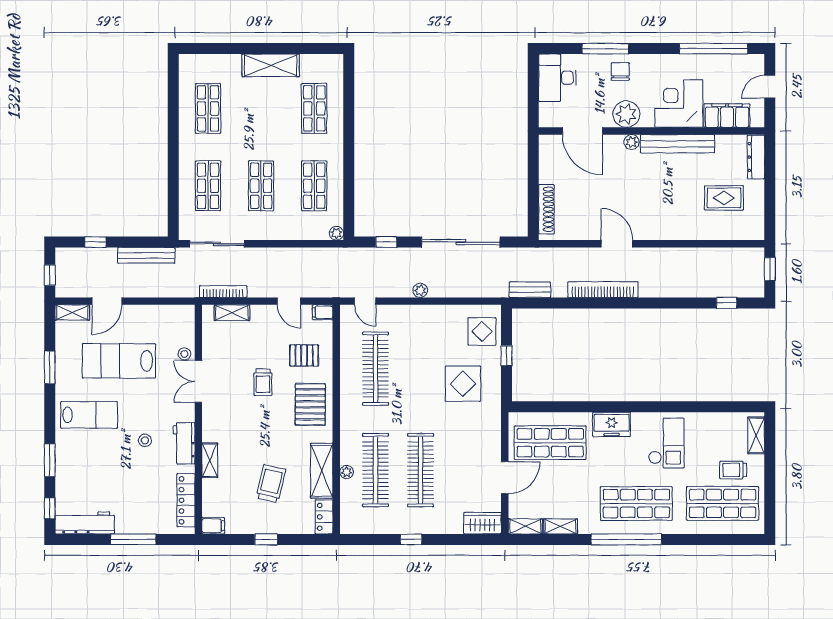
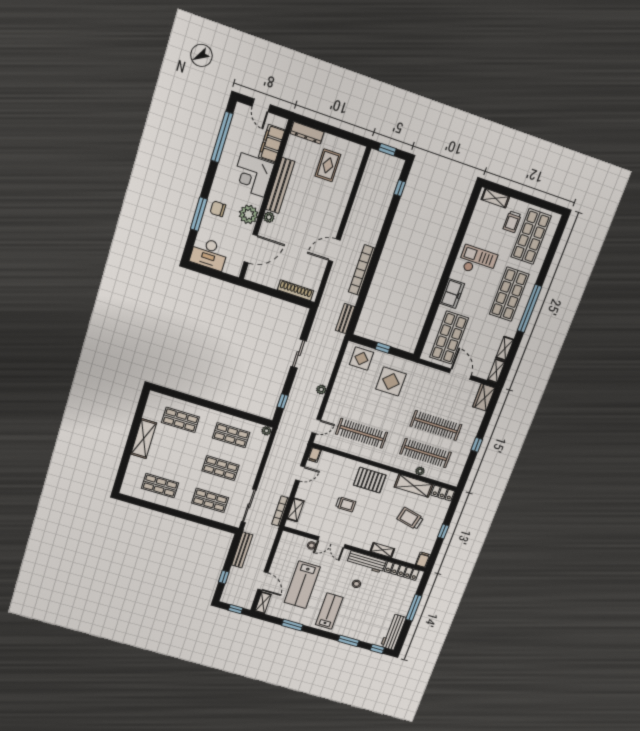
sliding door: (461, 242) -> (299, 354), width x0.54
pallet: (304, 355) -> (338, 474), removed
workbench: (184, 443) -> (367, 562), width x1.38

